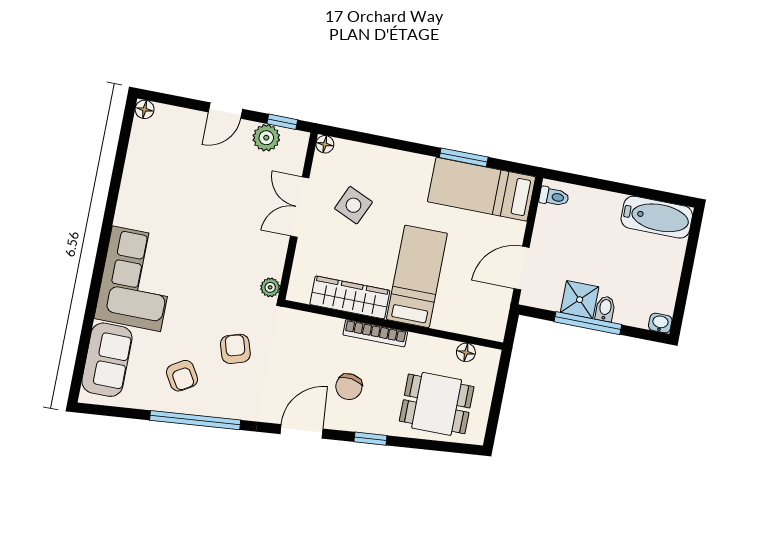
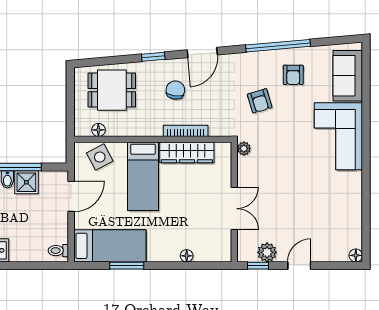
floor lamp: (325, 144) -> (187, 256), moved
side table: (353, 205) -> (100, 157), moved, turned 38
bookcase: (375, 333) -> (186, 131), moved
armchair: (182, 376) -> (293, 75), turned -149

